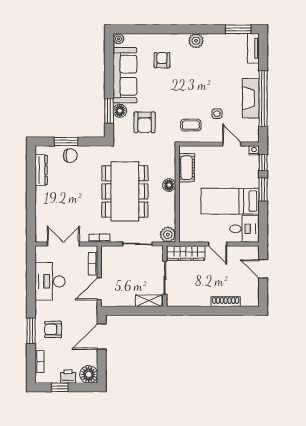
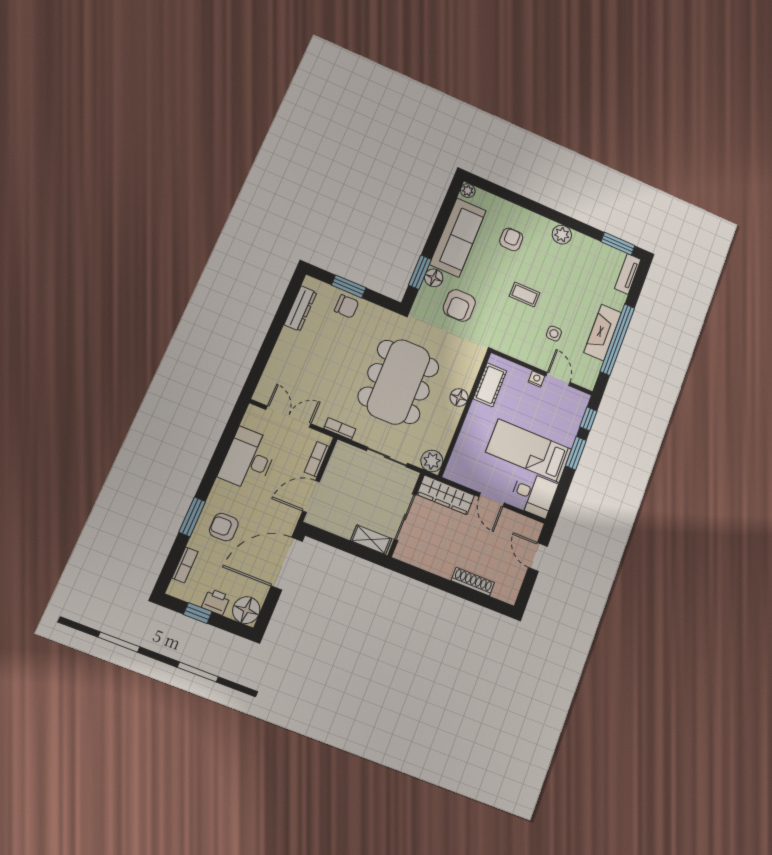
coffee table: (191, 125) -> (525, 295), moved
nightstand: (254, 150) -> (536, 379), moved
door: (102, 337) -> (287, 564), width x1.36

